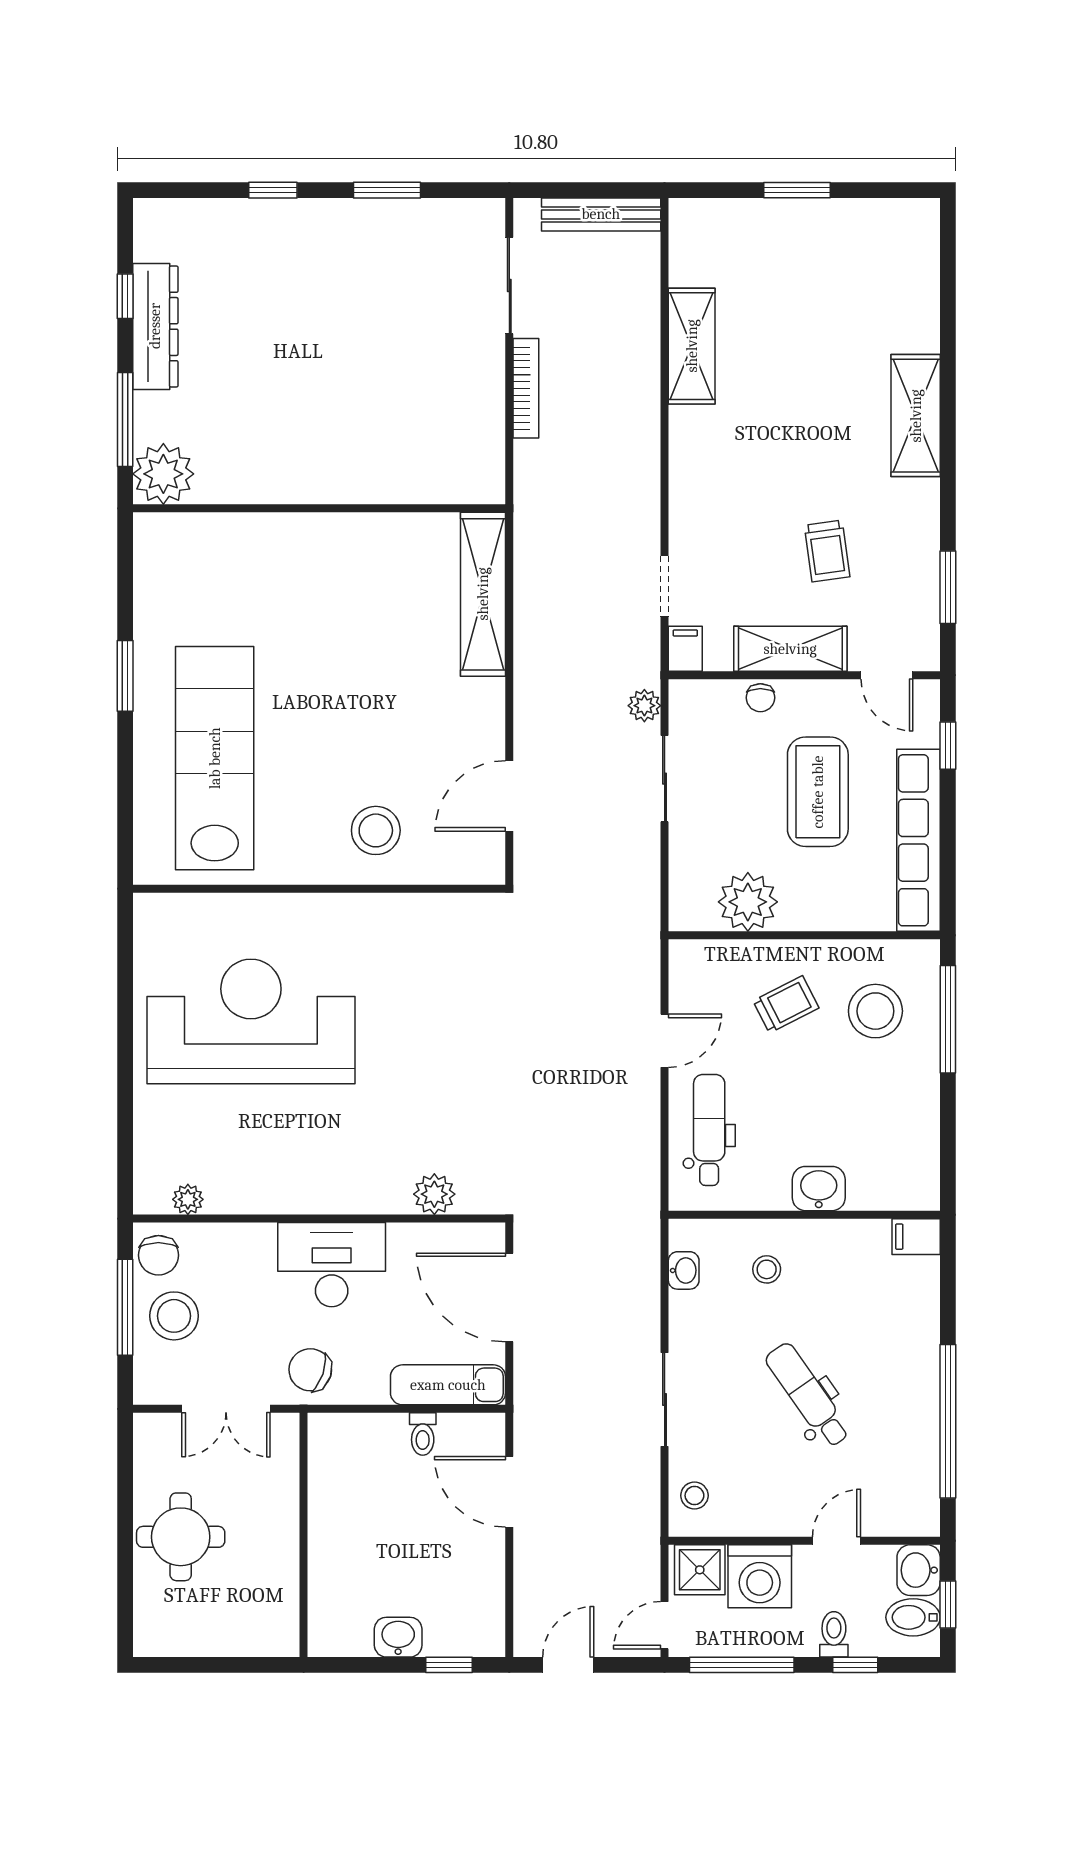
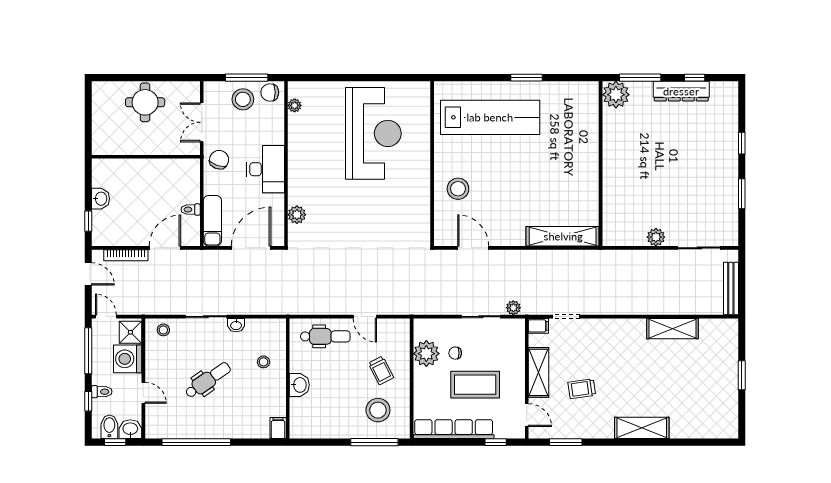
plant: (485, 384) -> (656, 237), added
bookcase: (526, 388) -> (126, 255), moved
door: (887, 675) -> (527, 415), swing flipped
chair: (760, 698) -> (455, 353), moved
washbasin: (684, 1270) -> (236, 325), moved

